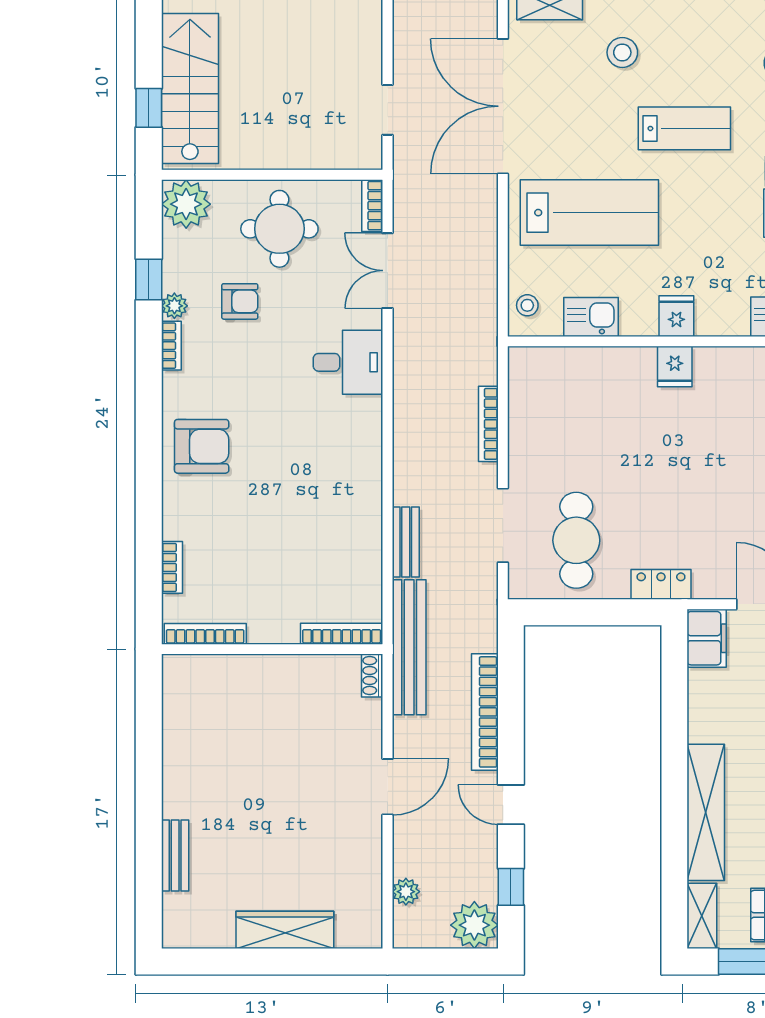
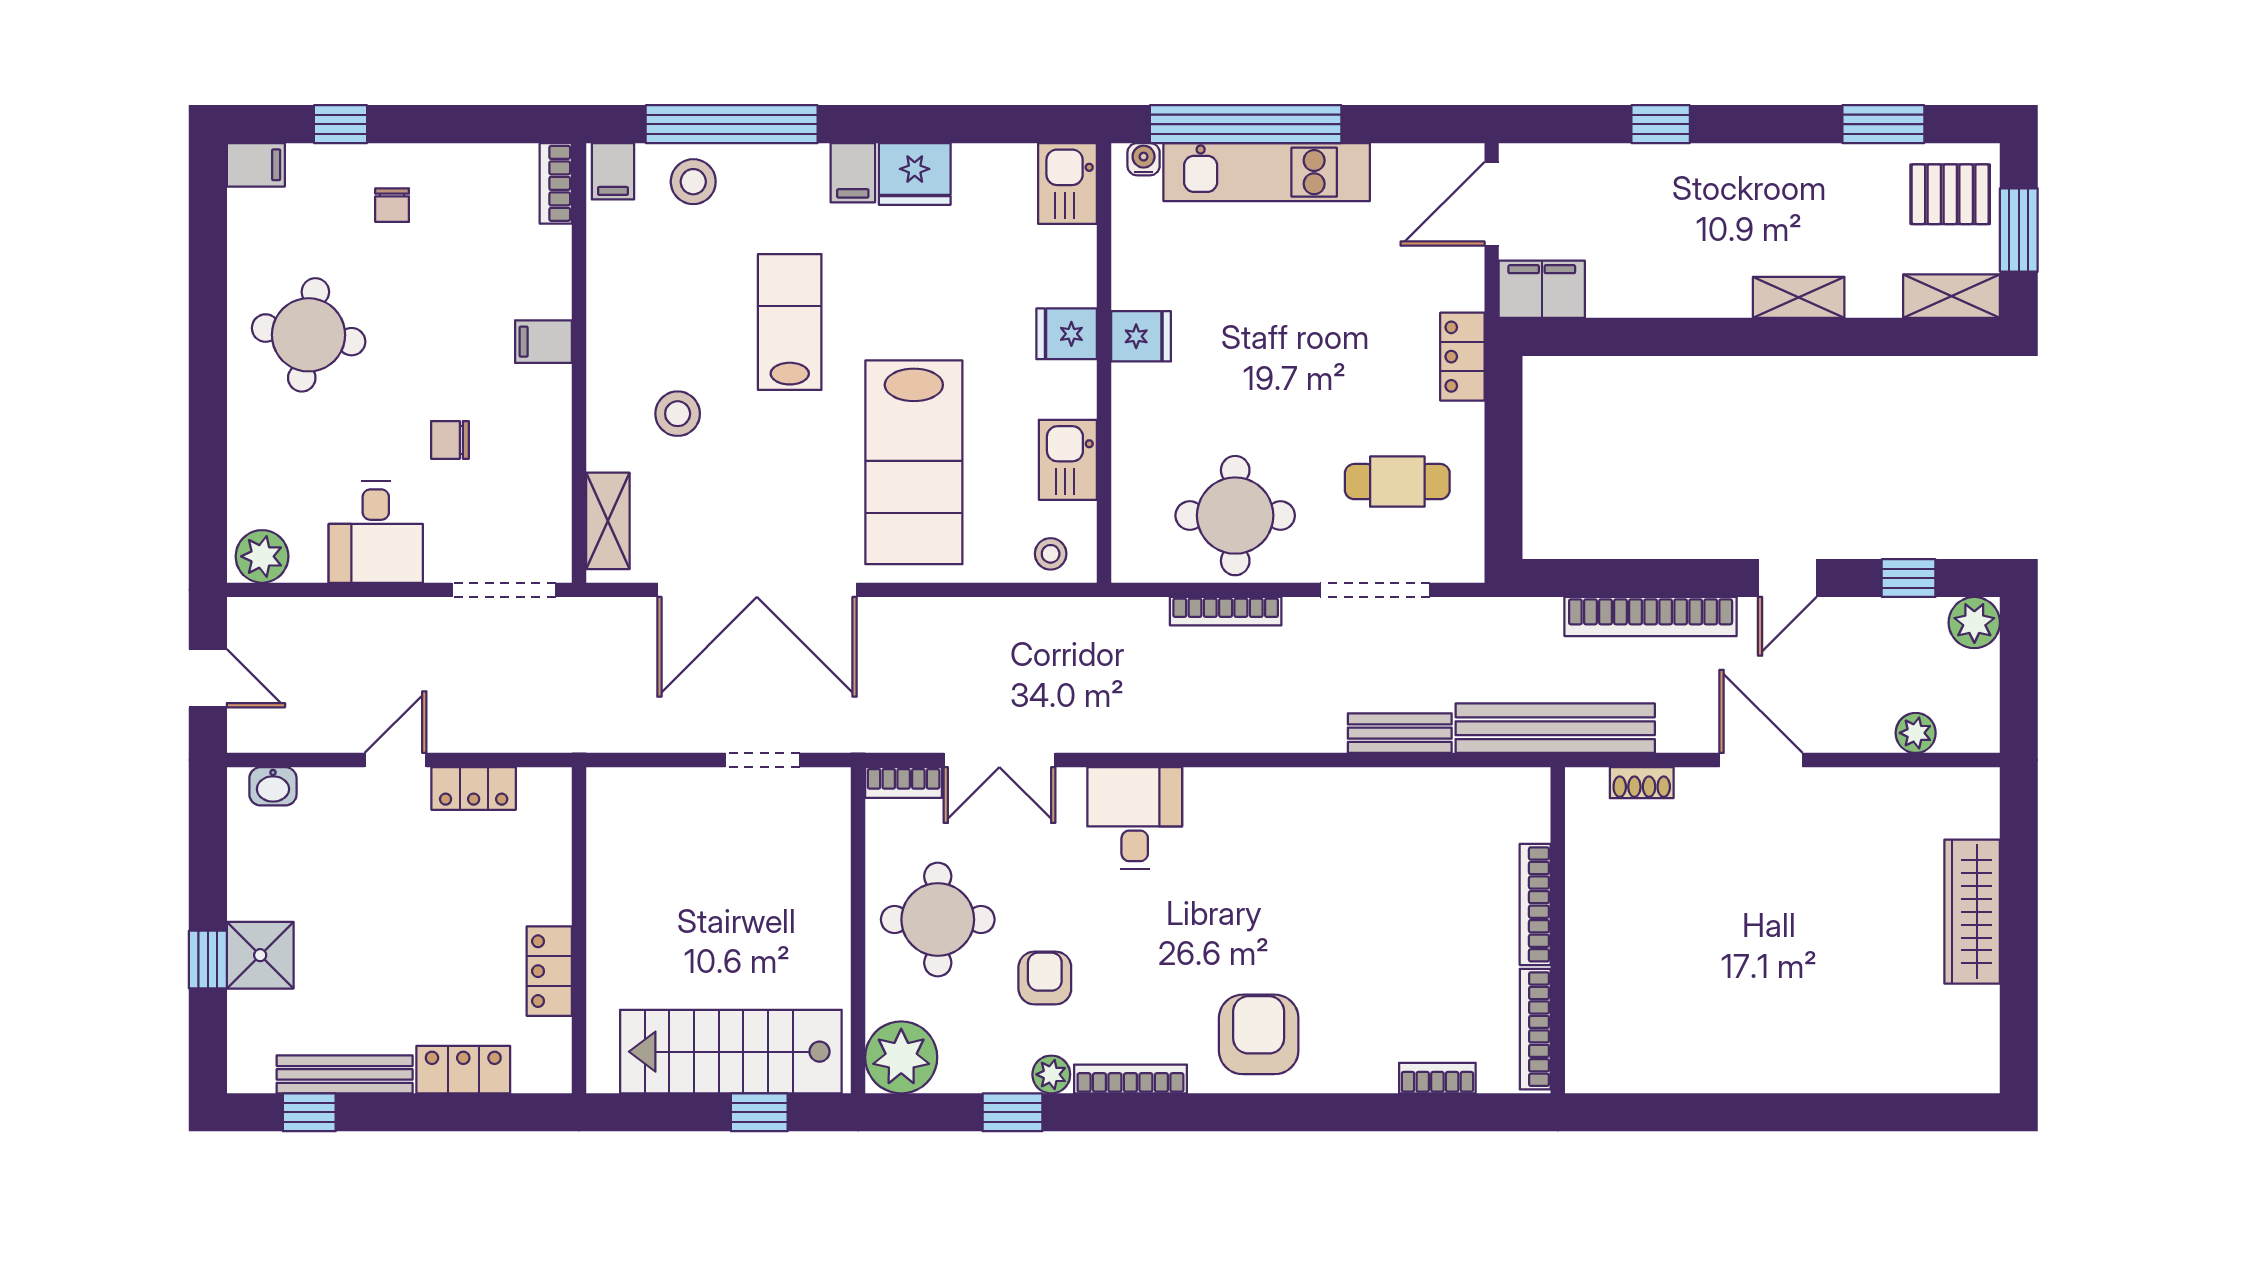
lab bench: (589, 213) -> (914, 462), turned 180
bookcase: (171, 346) -> (1130, 1079), width x1.56
round table: (553, 430) -> (1235, 516), added
cafe table: (576, 540) -> (1397, 482), width x0.73, depth x0.74
bookcase: (342, 634) -> (1535, 904), moved
shoe rack: (372, 675) -> (1642, 783), moved
shelving: (706, 812) -> (1799, 297), width x0.45, depth x0.75
bench: (175, 855) -> (1862, 1073), removed
plant: (474, 925) -> (1974, 623), width x0.73, depth x0.73

